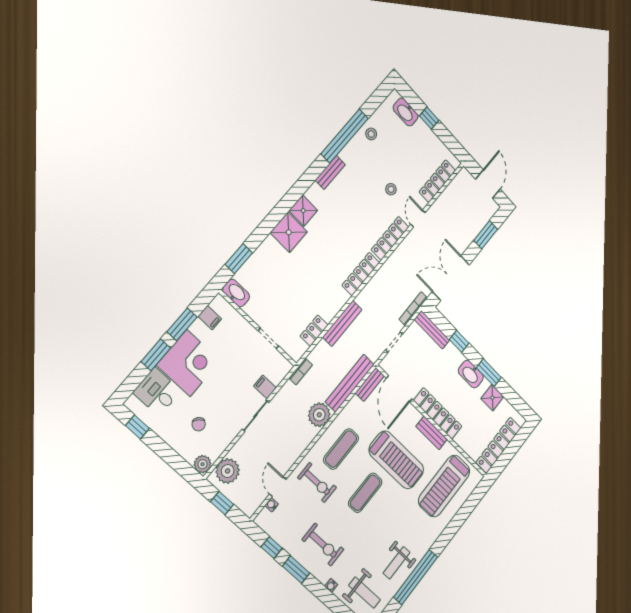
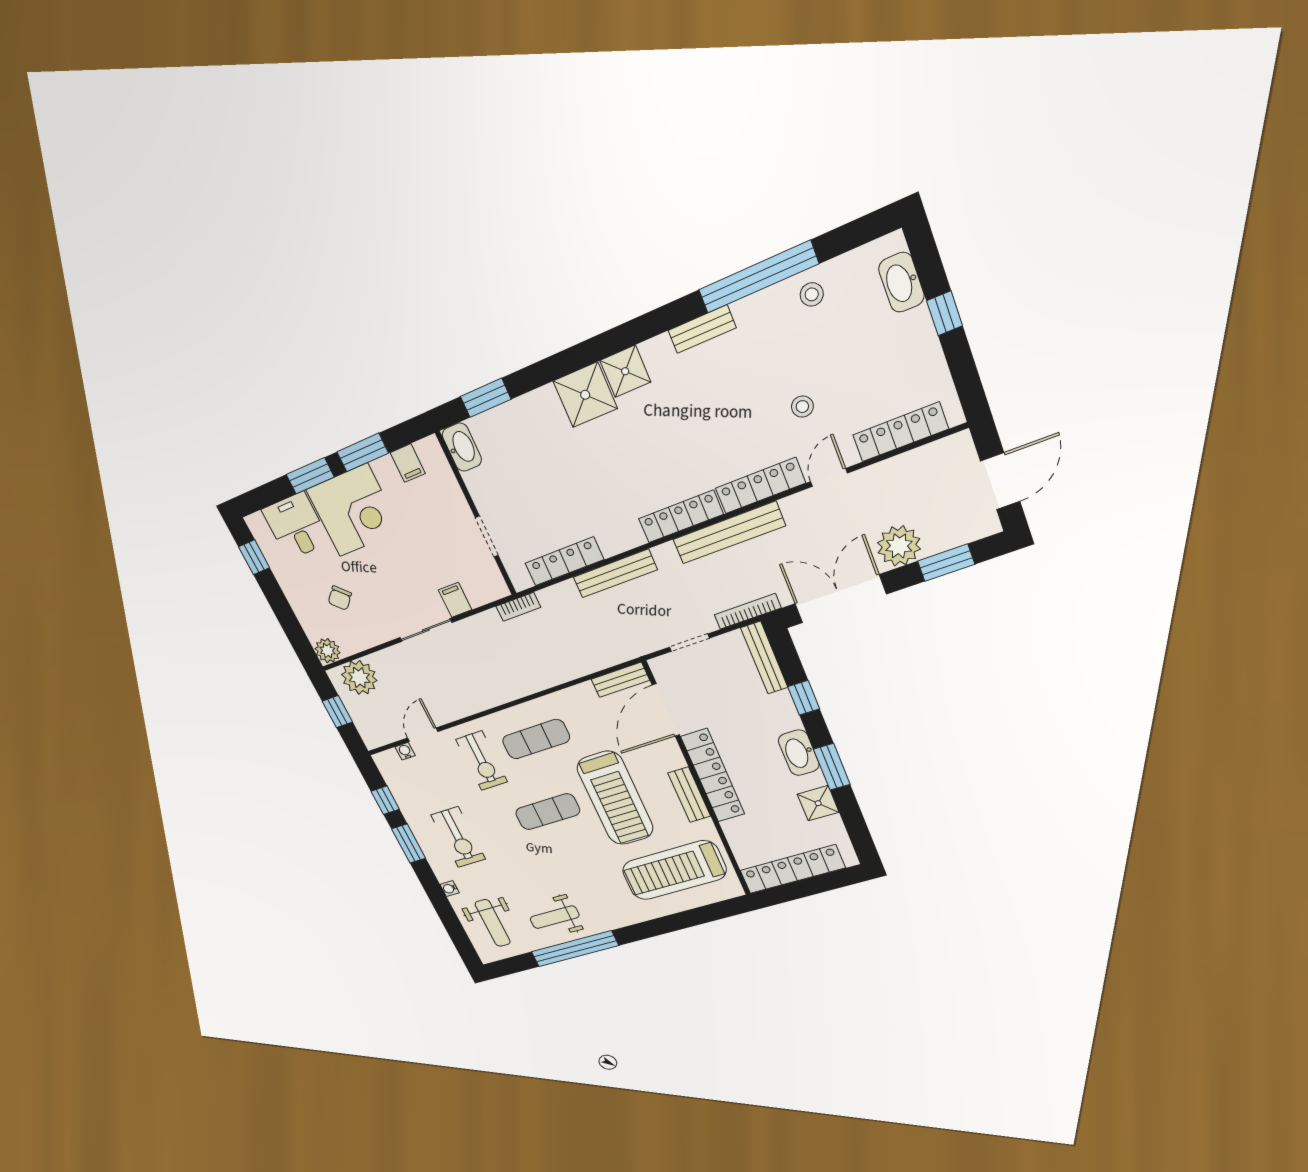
locker: (314, 331) -> (564, 561), width x1.53
bench: (350, 383) -> (729, 533), moved
plant: (319, 415) -> (899, 546), moved

